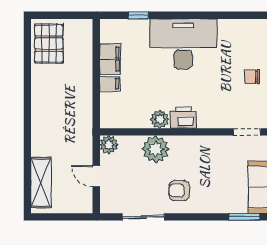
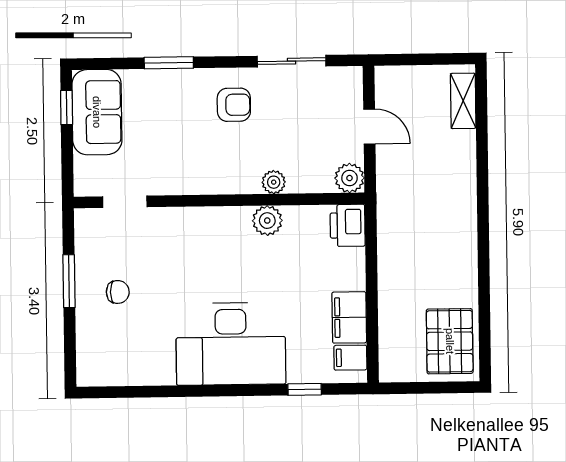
filing cabinet: (110, 84) -> (350, 358), moved
printer: (183, 118) -> (348, 225), moved, turned 90
plant: (155, 149) -> (274, 182), width x0.53, depth x0.53
shelving: (41, 182) -> (463, 101), width x0.67, depth x0.75
window: (244, 217) -> (169, 63), moved

